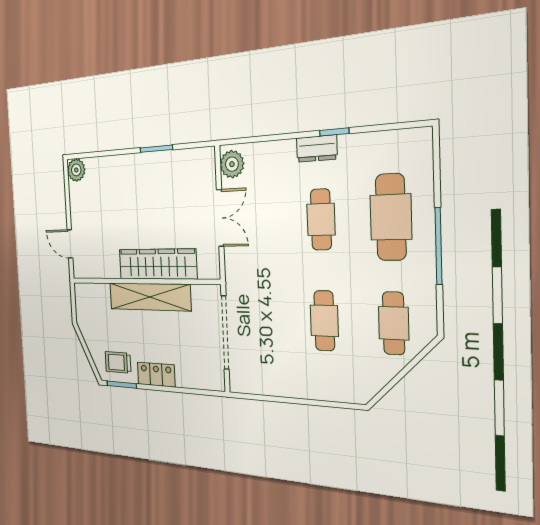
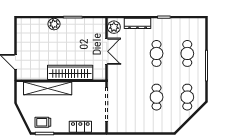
dresser: (317, 149) -> (138, 23), moved, width x1.44
plant: (76, 170) -> (54, 24), moved
cafe table: (391, 217) -> (187, 53), width x0.73, depth x0.74
shelving: (150, 297) -> (48, 88), moved
locker: (156, 375) -> (80, 127), moved

